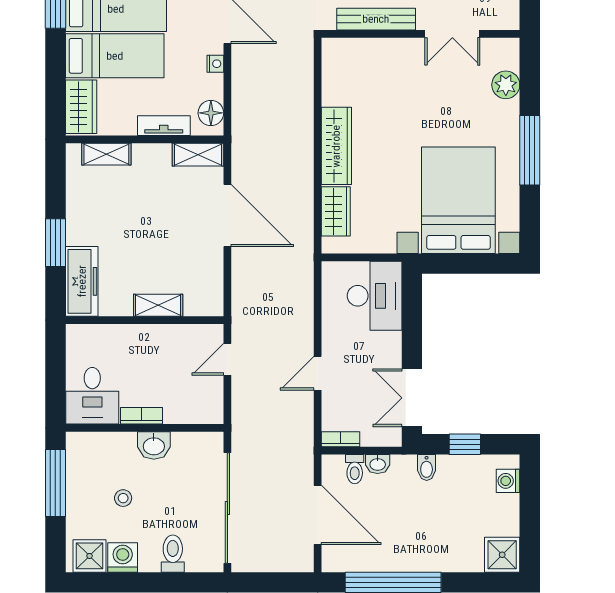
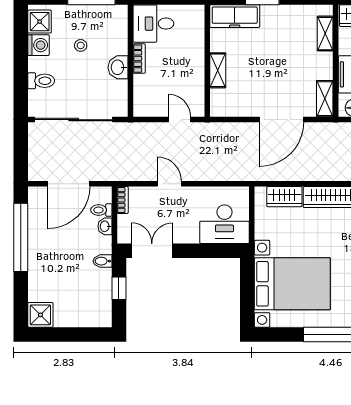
washing machine: (508, 481) -> (93, 319), removed

